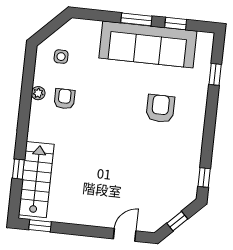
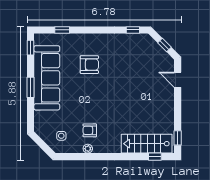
window: (176, 24) -> (31, 48), moved
armchair: (160, 109) -> (89, 65), turned 180
window: (18, 169) -> (155, 157), moved

